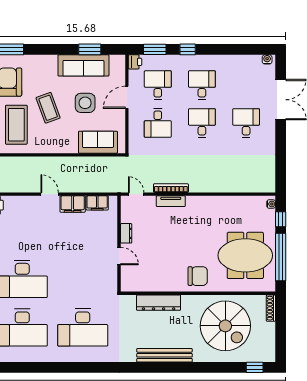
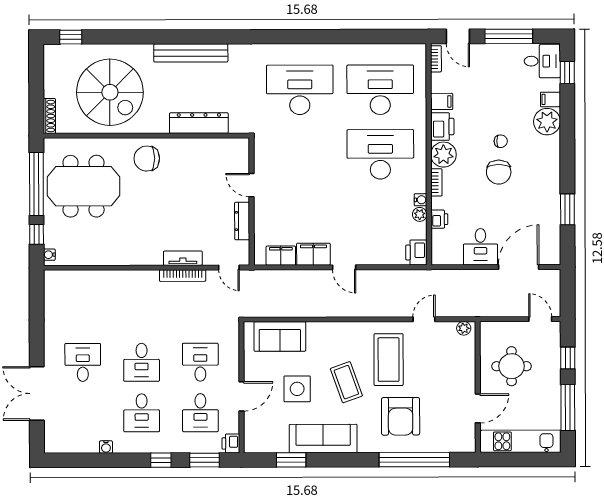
water cooler: (267, 59) -> (106, 447), moved
sofa: (83, 65) -> (323, 439), moved
desk: (246, 123) -> (83, 362), turned 180
dresser: (126, 233) -> (242, 221), width x1.44
spiral stairs: (225, 326) -> (110, 92), turned 180

